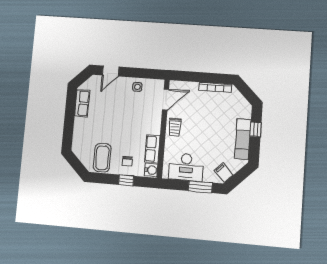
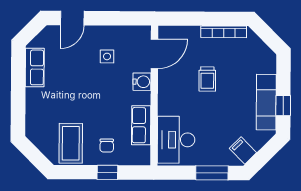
side table: (137, 87) -> (107, 56), moved
trolley: (175, 127) -> (207, 79), moved
window: (256, 129) -> (283, 105), moved
desk: (186, 167) -> (176, 140), moved, turned 90
water cooler: (151, 170) -> (142, 82), moved

